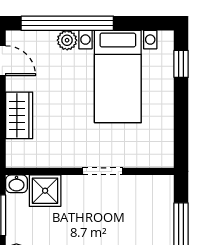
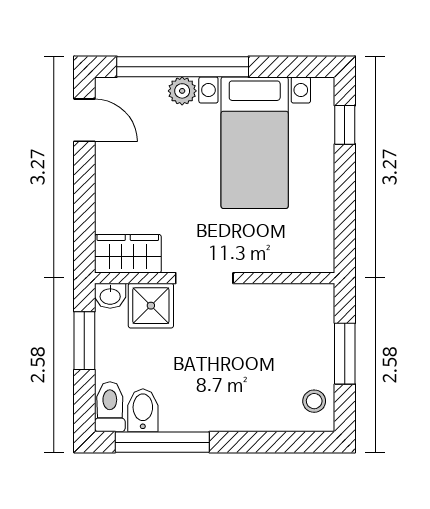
wardrobe: (19, 115) -> (128, 254), moved, turned -90
doorway: (103, 171) -> (204, 278), moved

